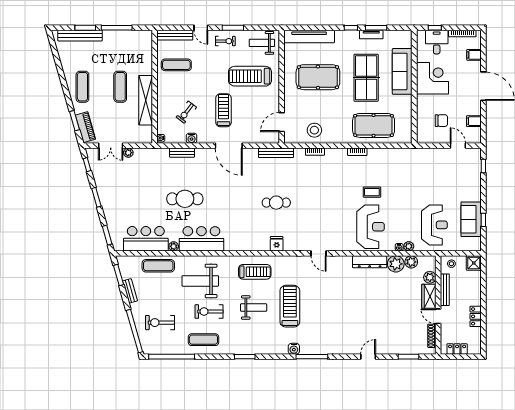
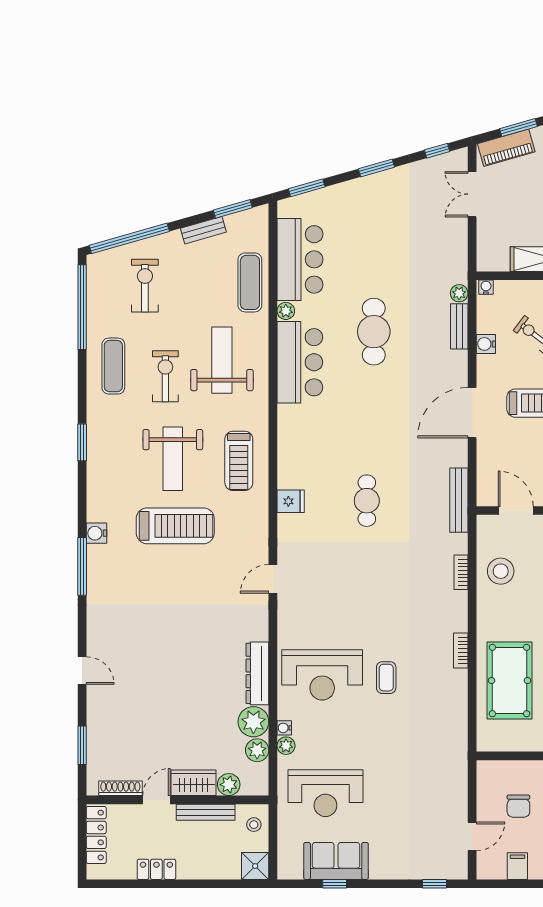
plant: (128, 153) -> (459, 293), moved
weight bench: (254, 308) -> (173, 459), width x1.36, depth x1.33
locker: (457, 349) -> (96, 835), width x1.53

